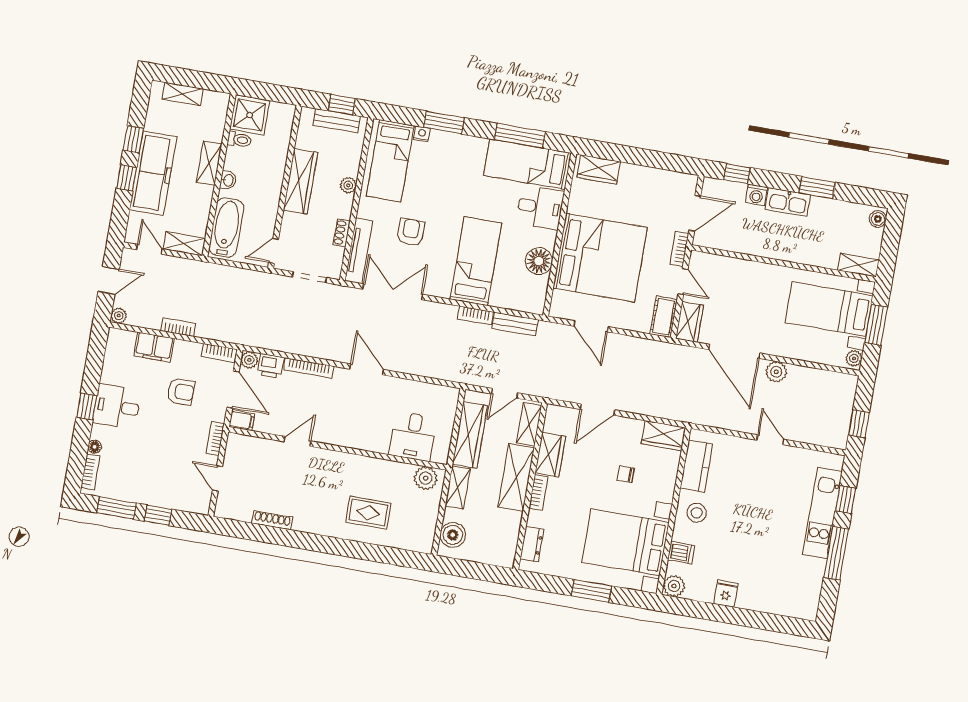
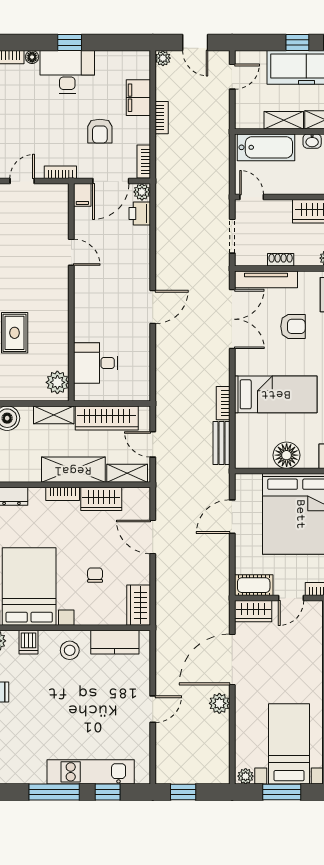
shelving: (184, 244) -> (284, 120), moved, turned 90
bookcase: (309, 368) -> (144, 251), removed
desk: (117, 407) -> (67, 72), width x1.37

